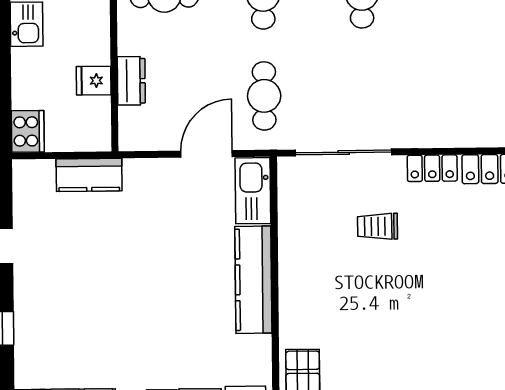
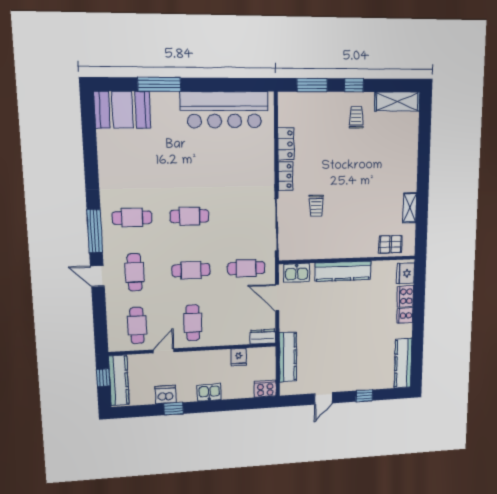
dresser: (131, 81) -> (263, 337), moved
kitchen counter: (89, 175) -> (288, 357), width x1.50
kitchen sink: (253, 191) -> (297, 273), width x0.73

